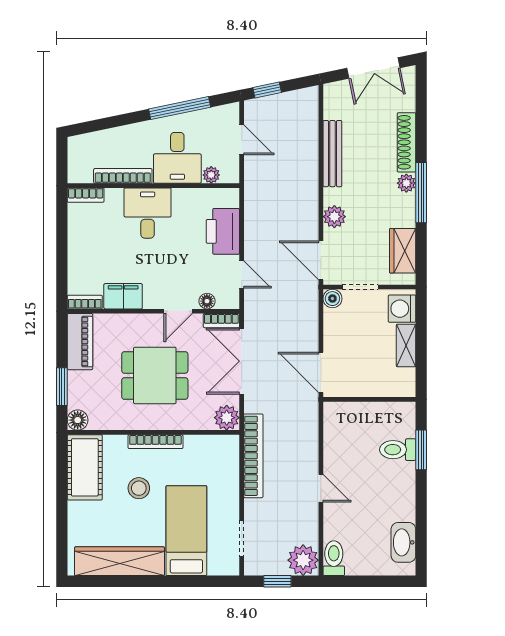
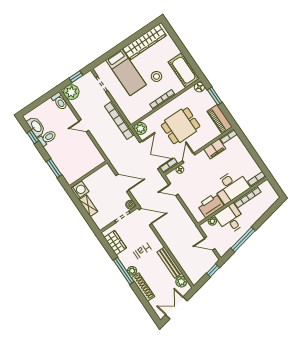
desk: (148, 213) -> (231, 186), width x1.37
plant: (334, 217) -> (181, 282), moved
printer: (223, 231) -> (211, 205), moved, turned -90
washing machine: (402, 309) -> (80, 190), moved
door: (321, 372) -> (122, 183), moved
toilet: (398, 450) -> (47, 138), moved
window: (421, 528) -> (33, 137), added

